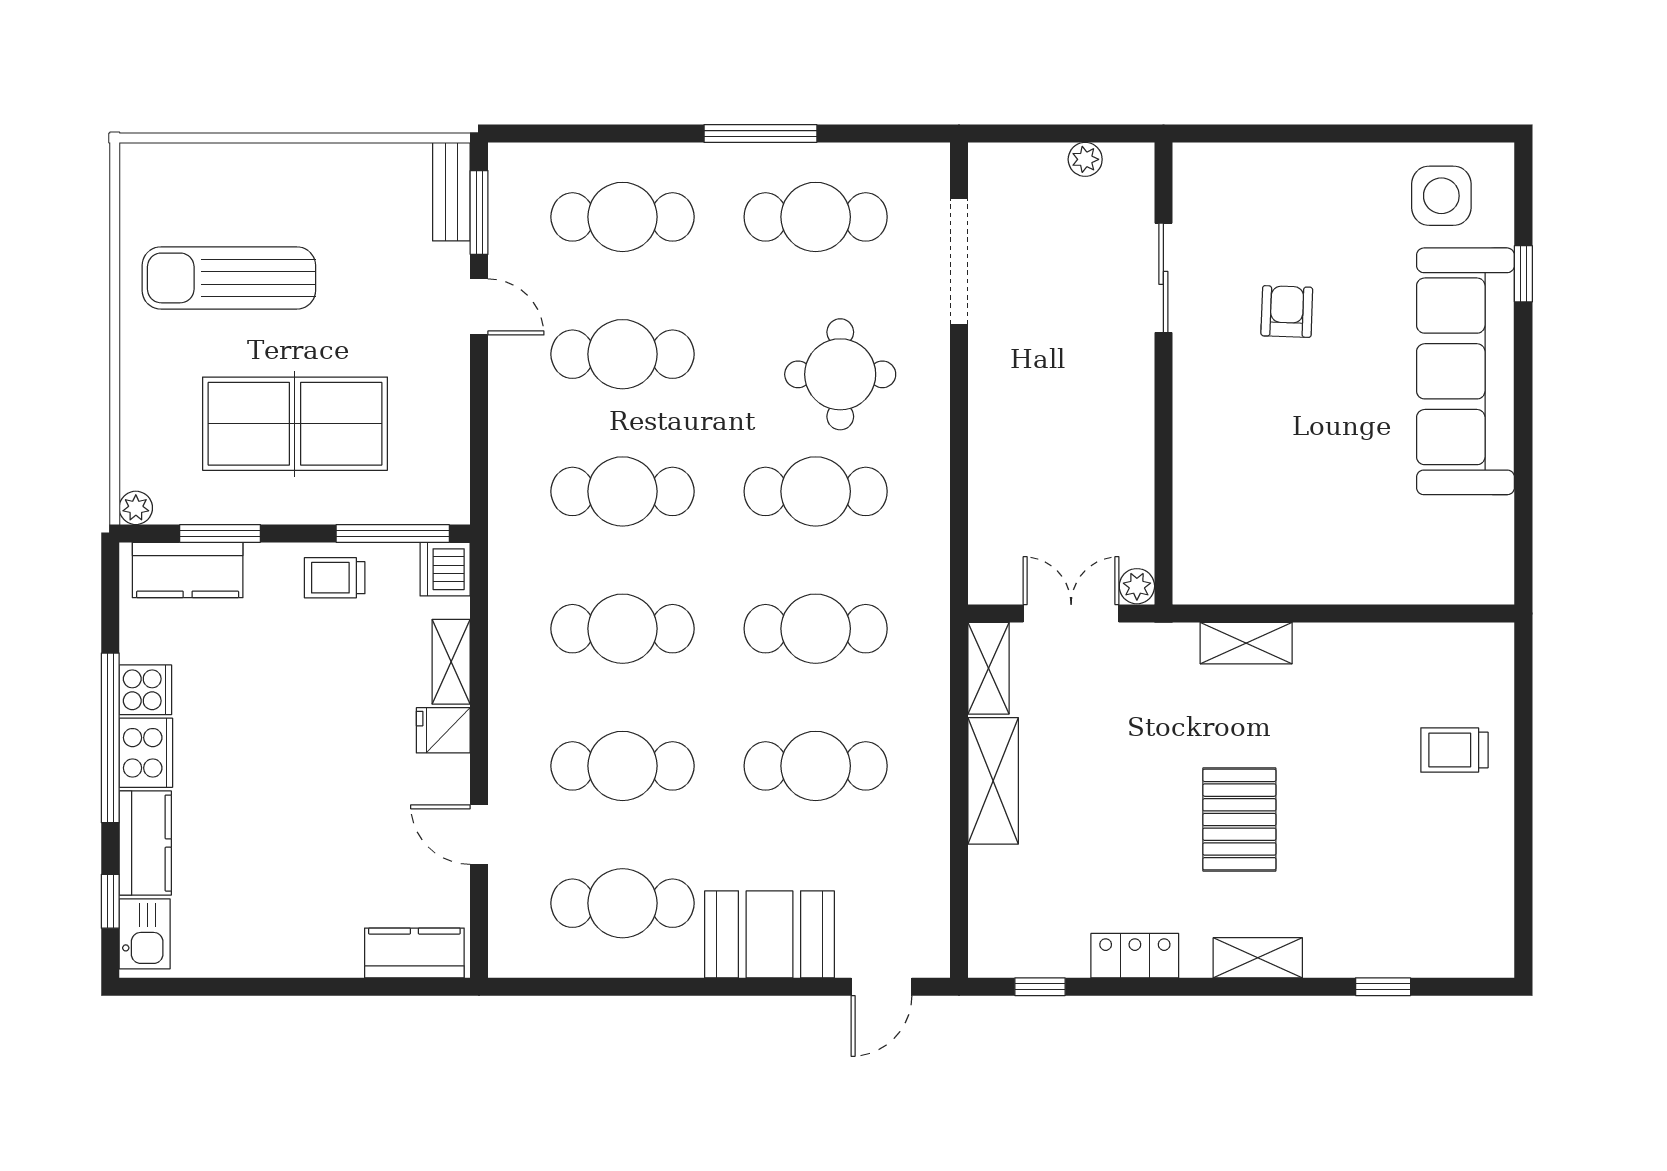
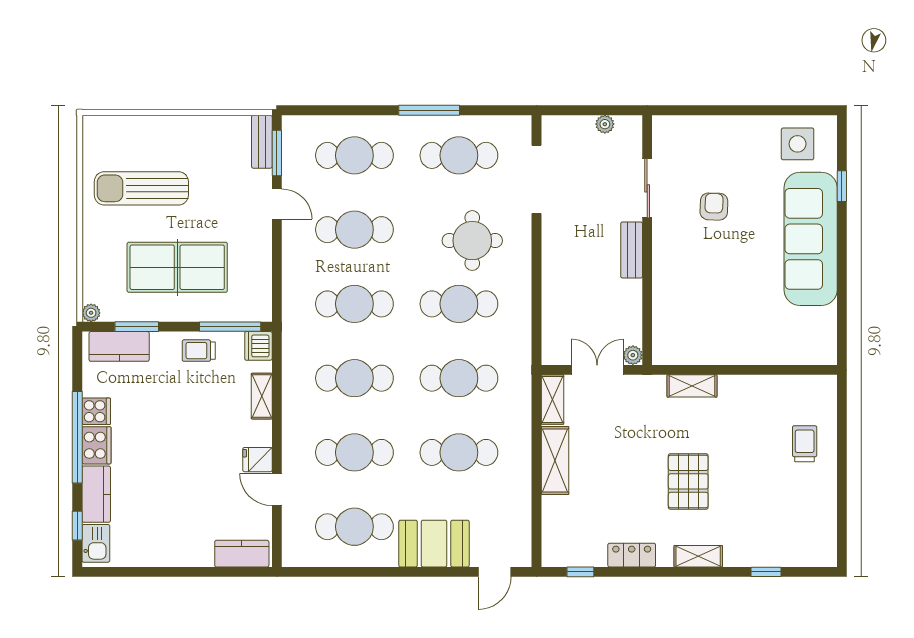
bench: (1135, 392) -> (632, 250), added
fridge: (443, 730) -> (257, 460), moved
trolley: (1454, 750) -> (805, 444), turned 90

